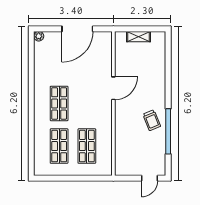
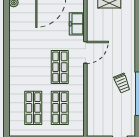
freezer: (104, 58) -> (77, 24), added
shop shelf: (59, 103) -> (60, 67), moved

